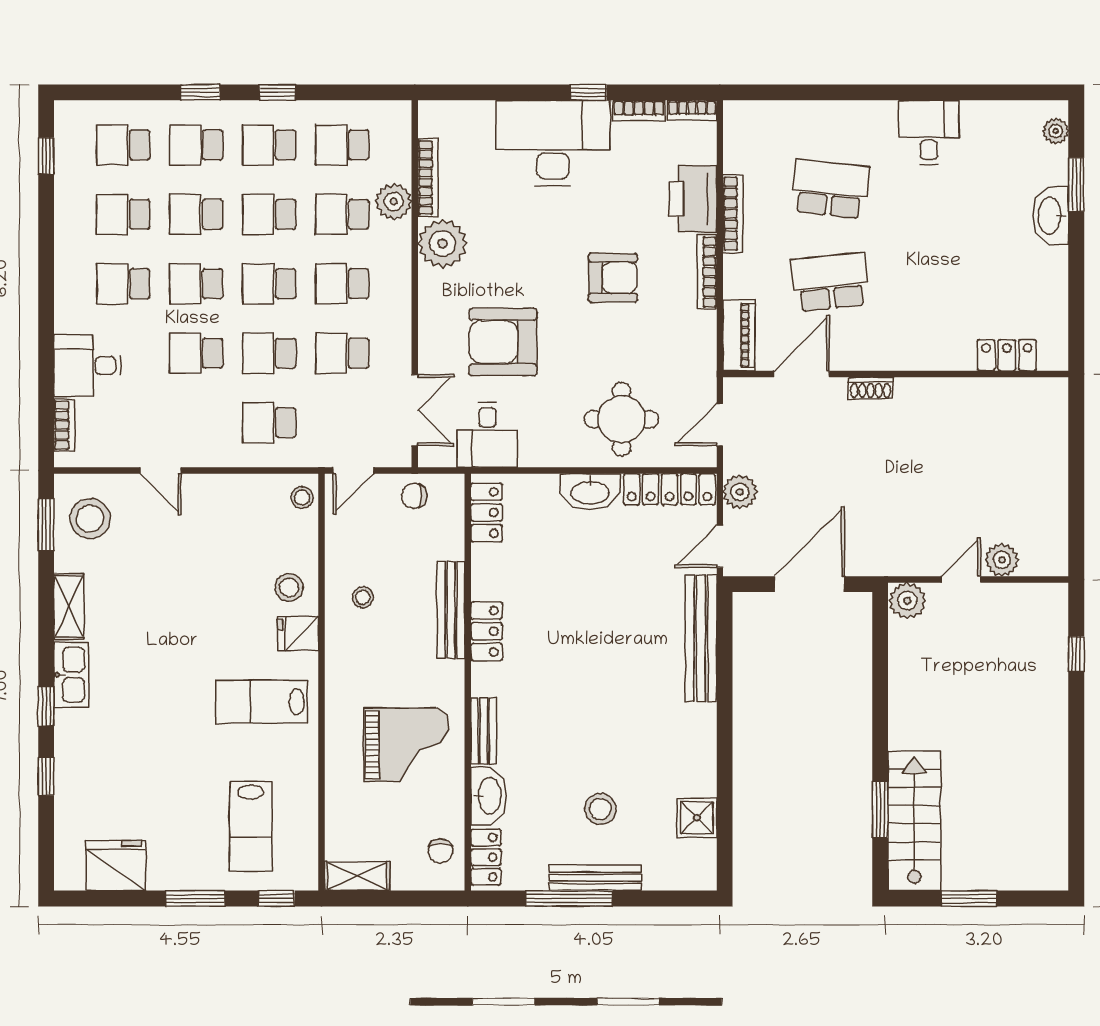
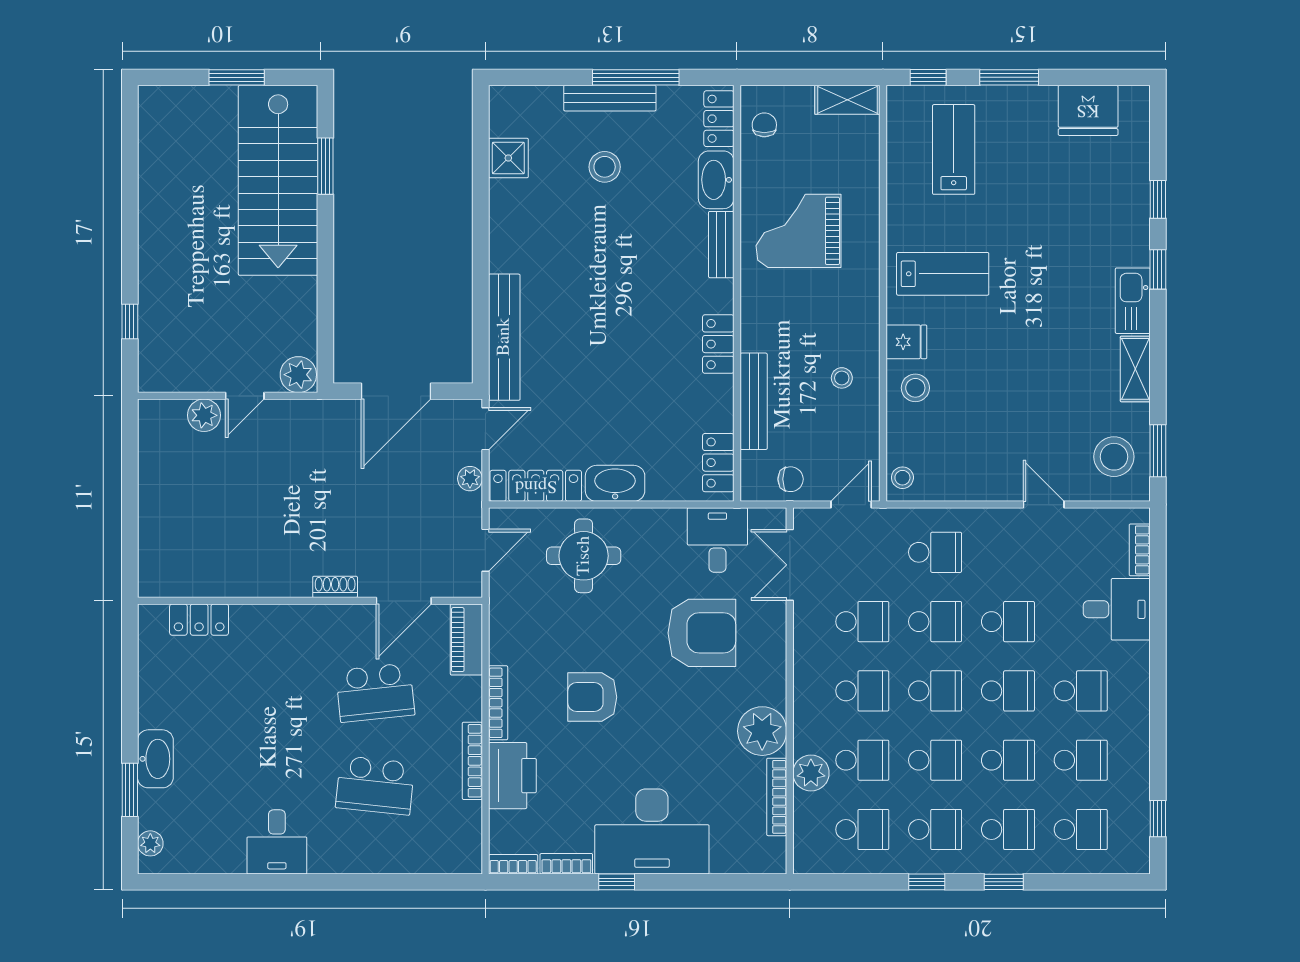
plant: (740, 492) -> (470, 479), width x0.73, depth x0.73
bench: (451, 610) -> (754, 401), moved
stairs: (914, 821) -> (278, 180), width x1.36, depth x1.51

